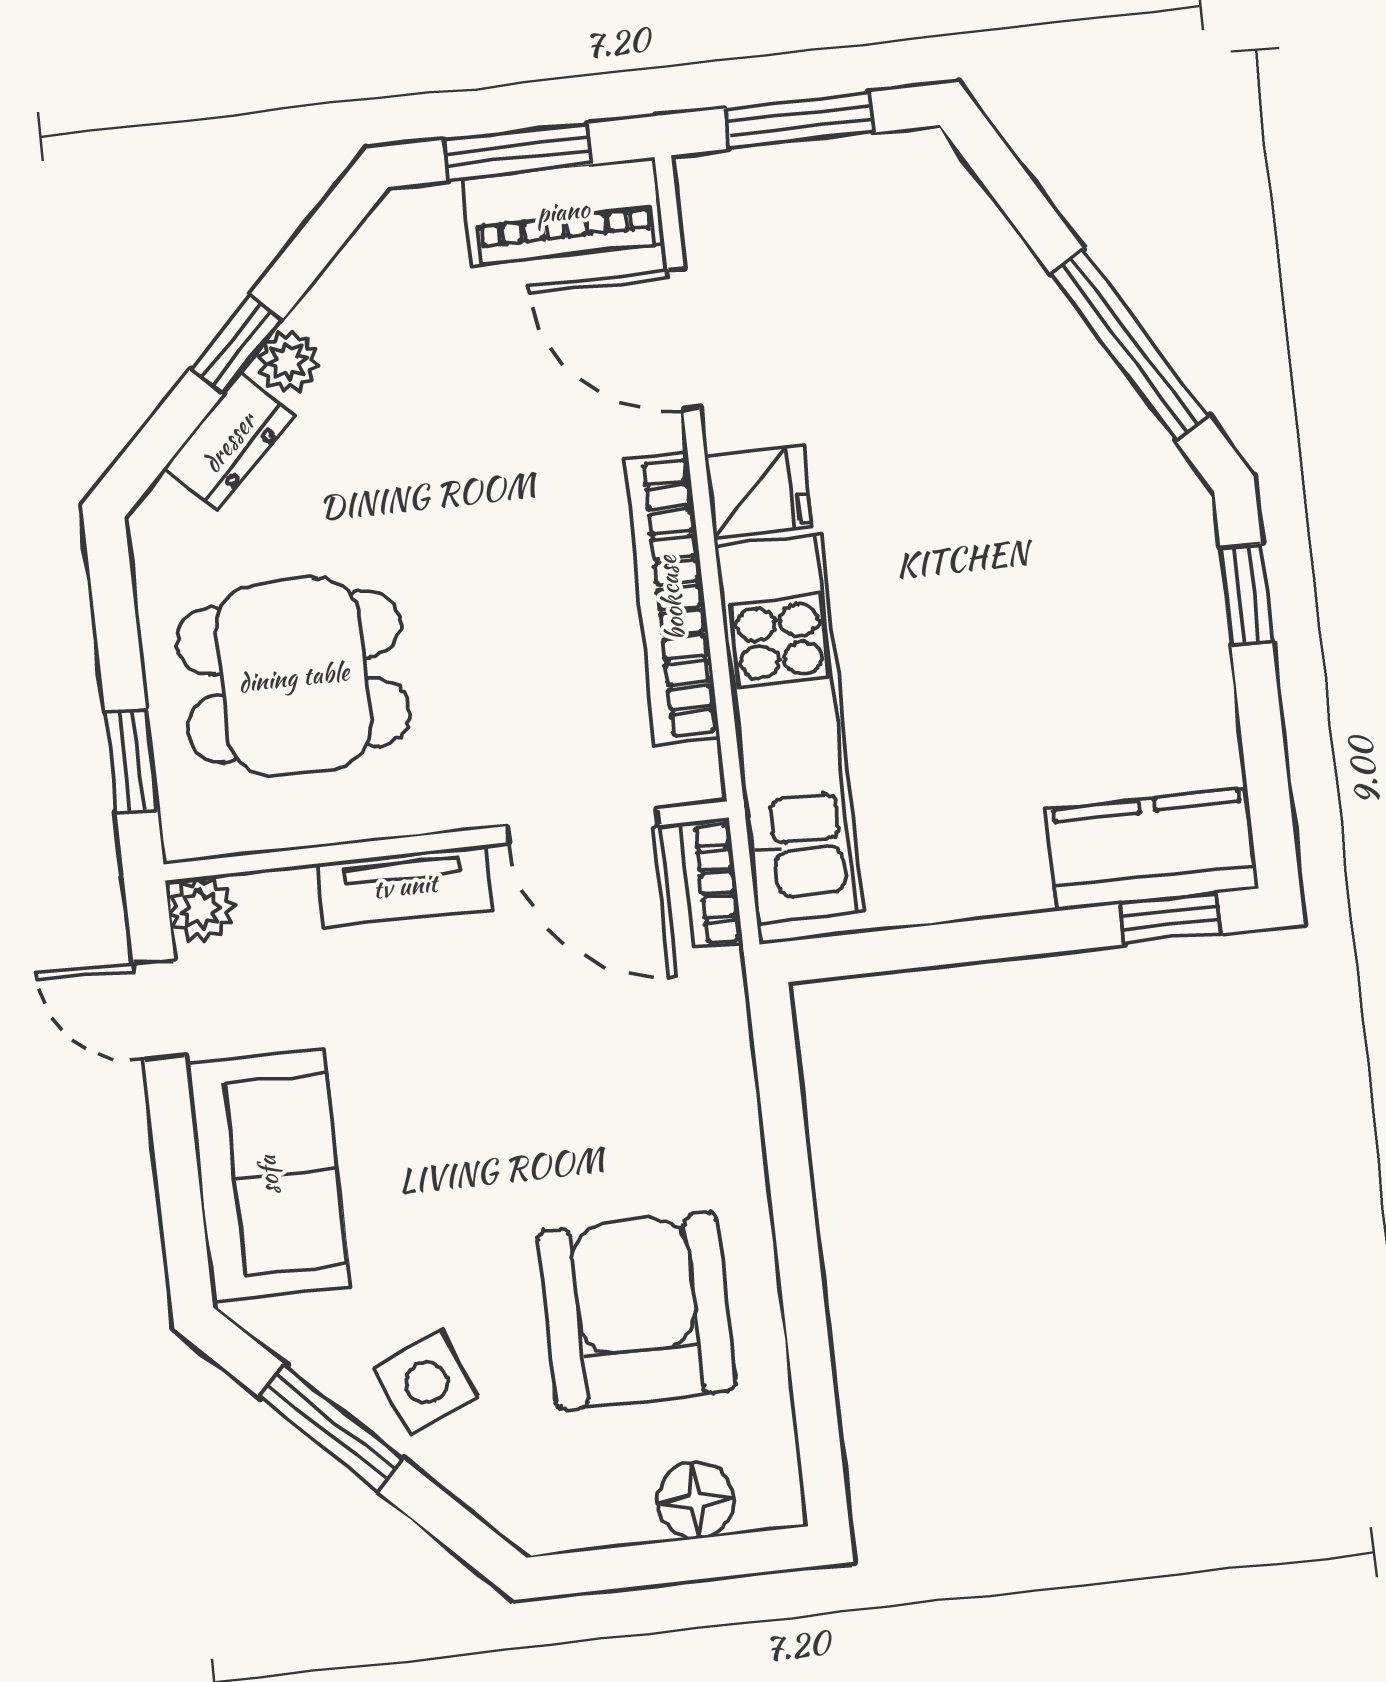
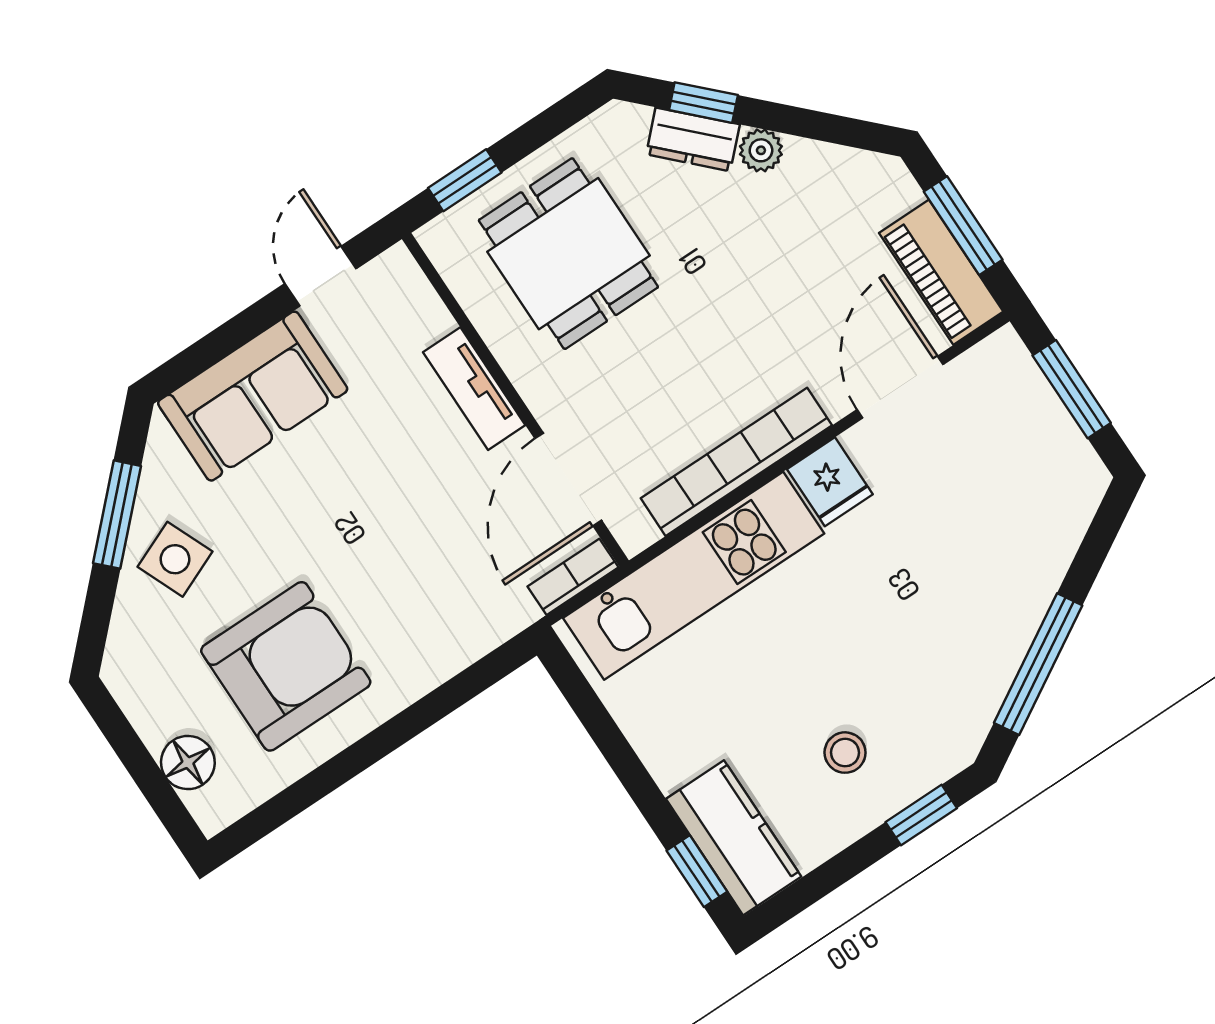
window: (236, 345) -> (703, 103), moved
stool: (1116, 651) -> (845, 753), added
plant: (201, 909) -> (395, 270), removed

